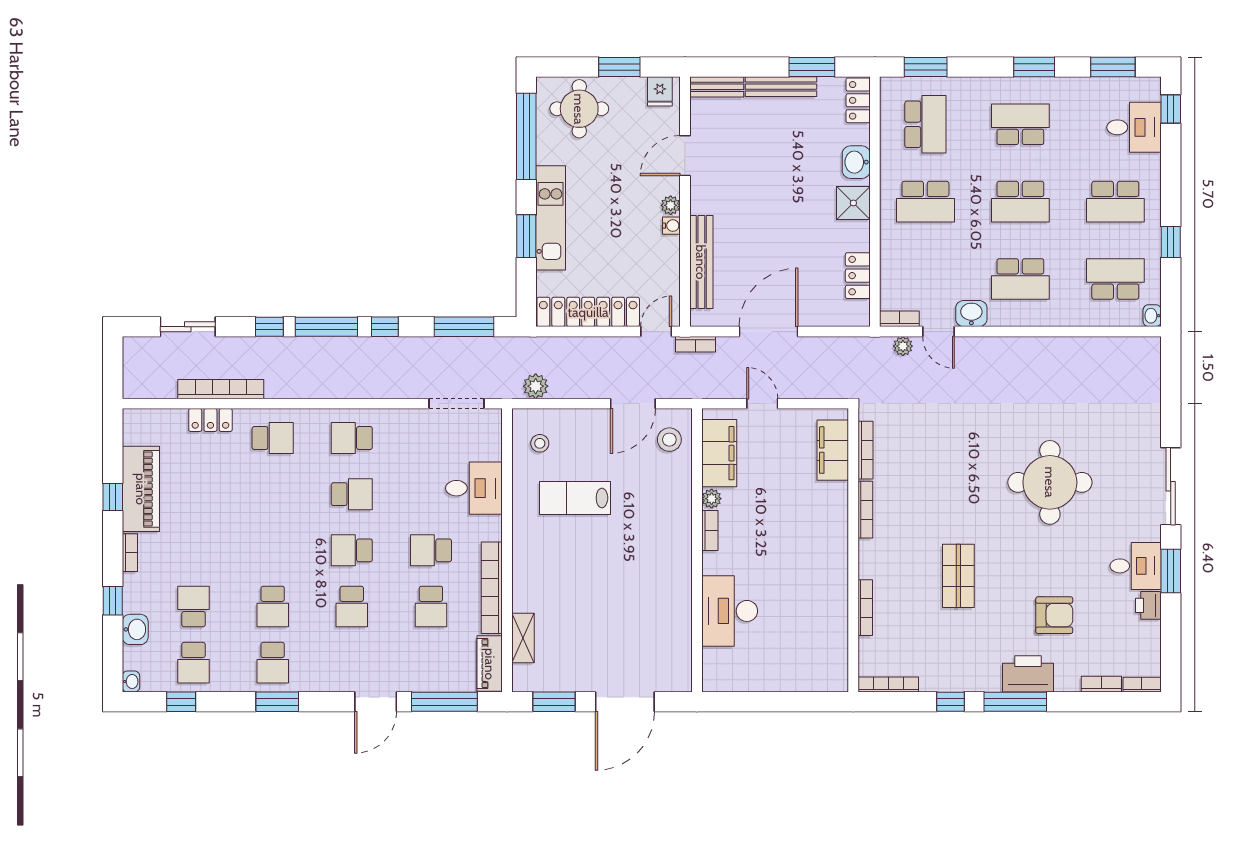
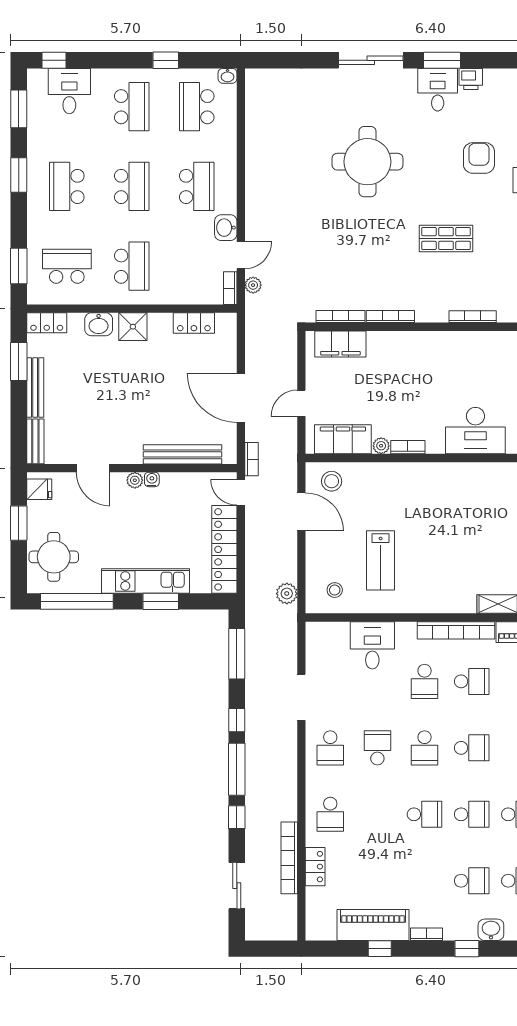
doorway: (457, 404) -> (301, 697), moved
school desk: (273, 438) -> (330, 814), turned 180
school desk: (273, 550) -> (425, 814), added
school desk: (194, 606) -> (472, 881), turned 180

